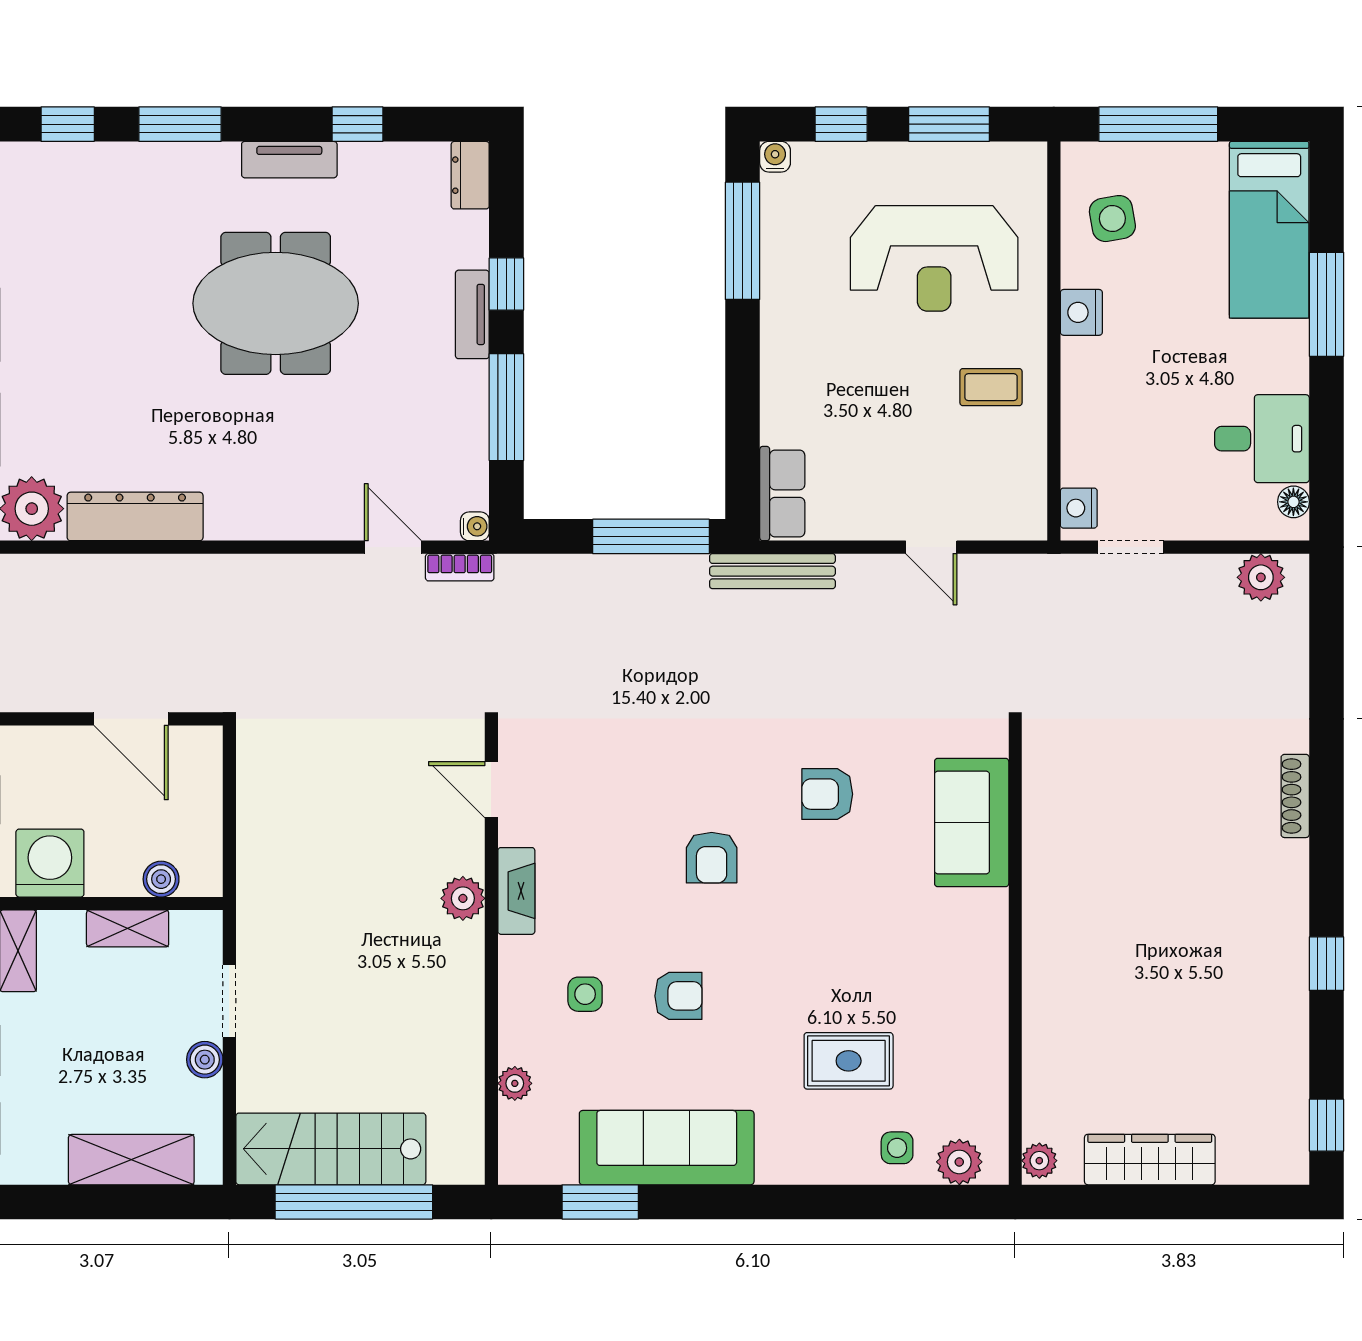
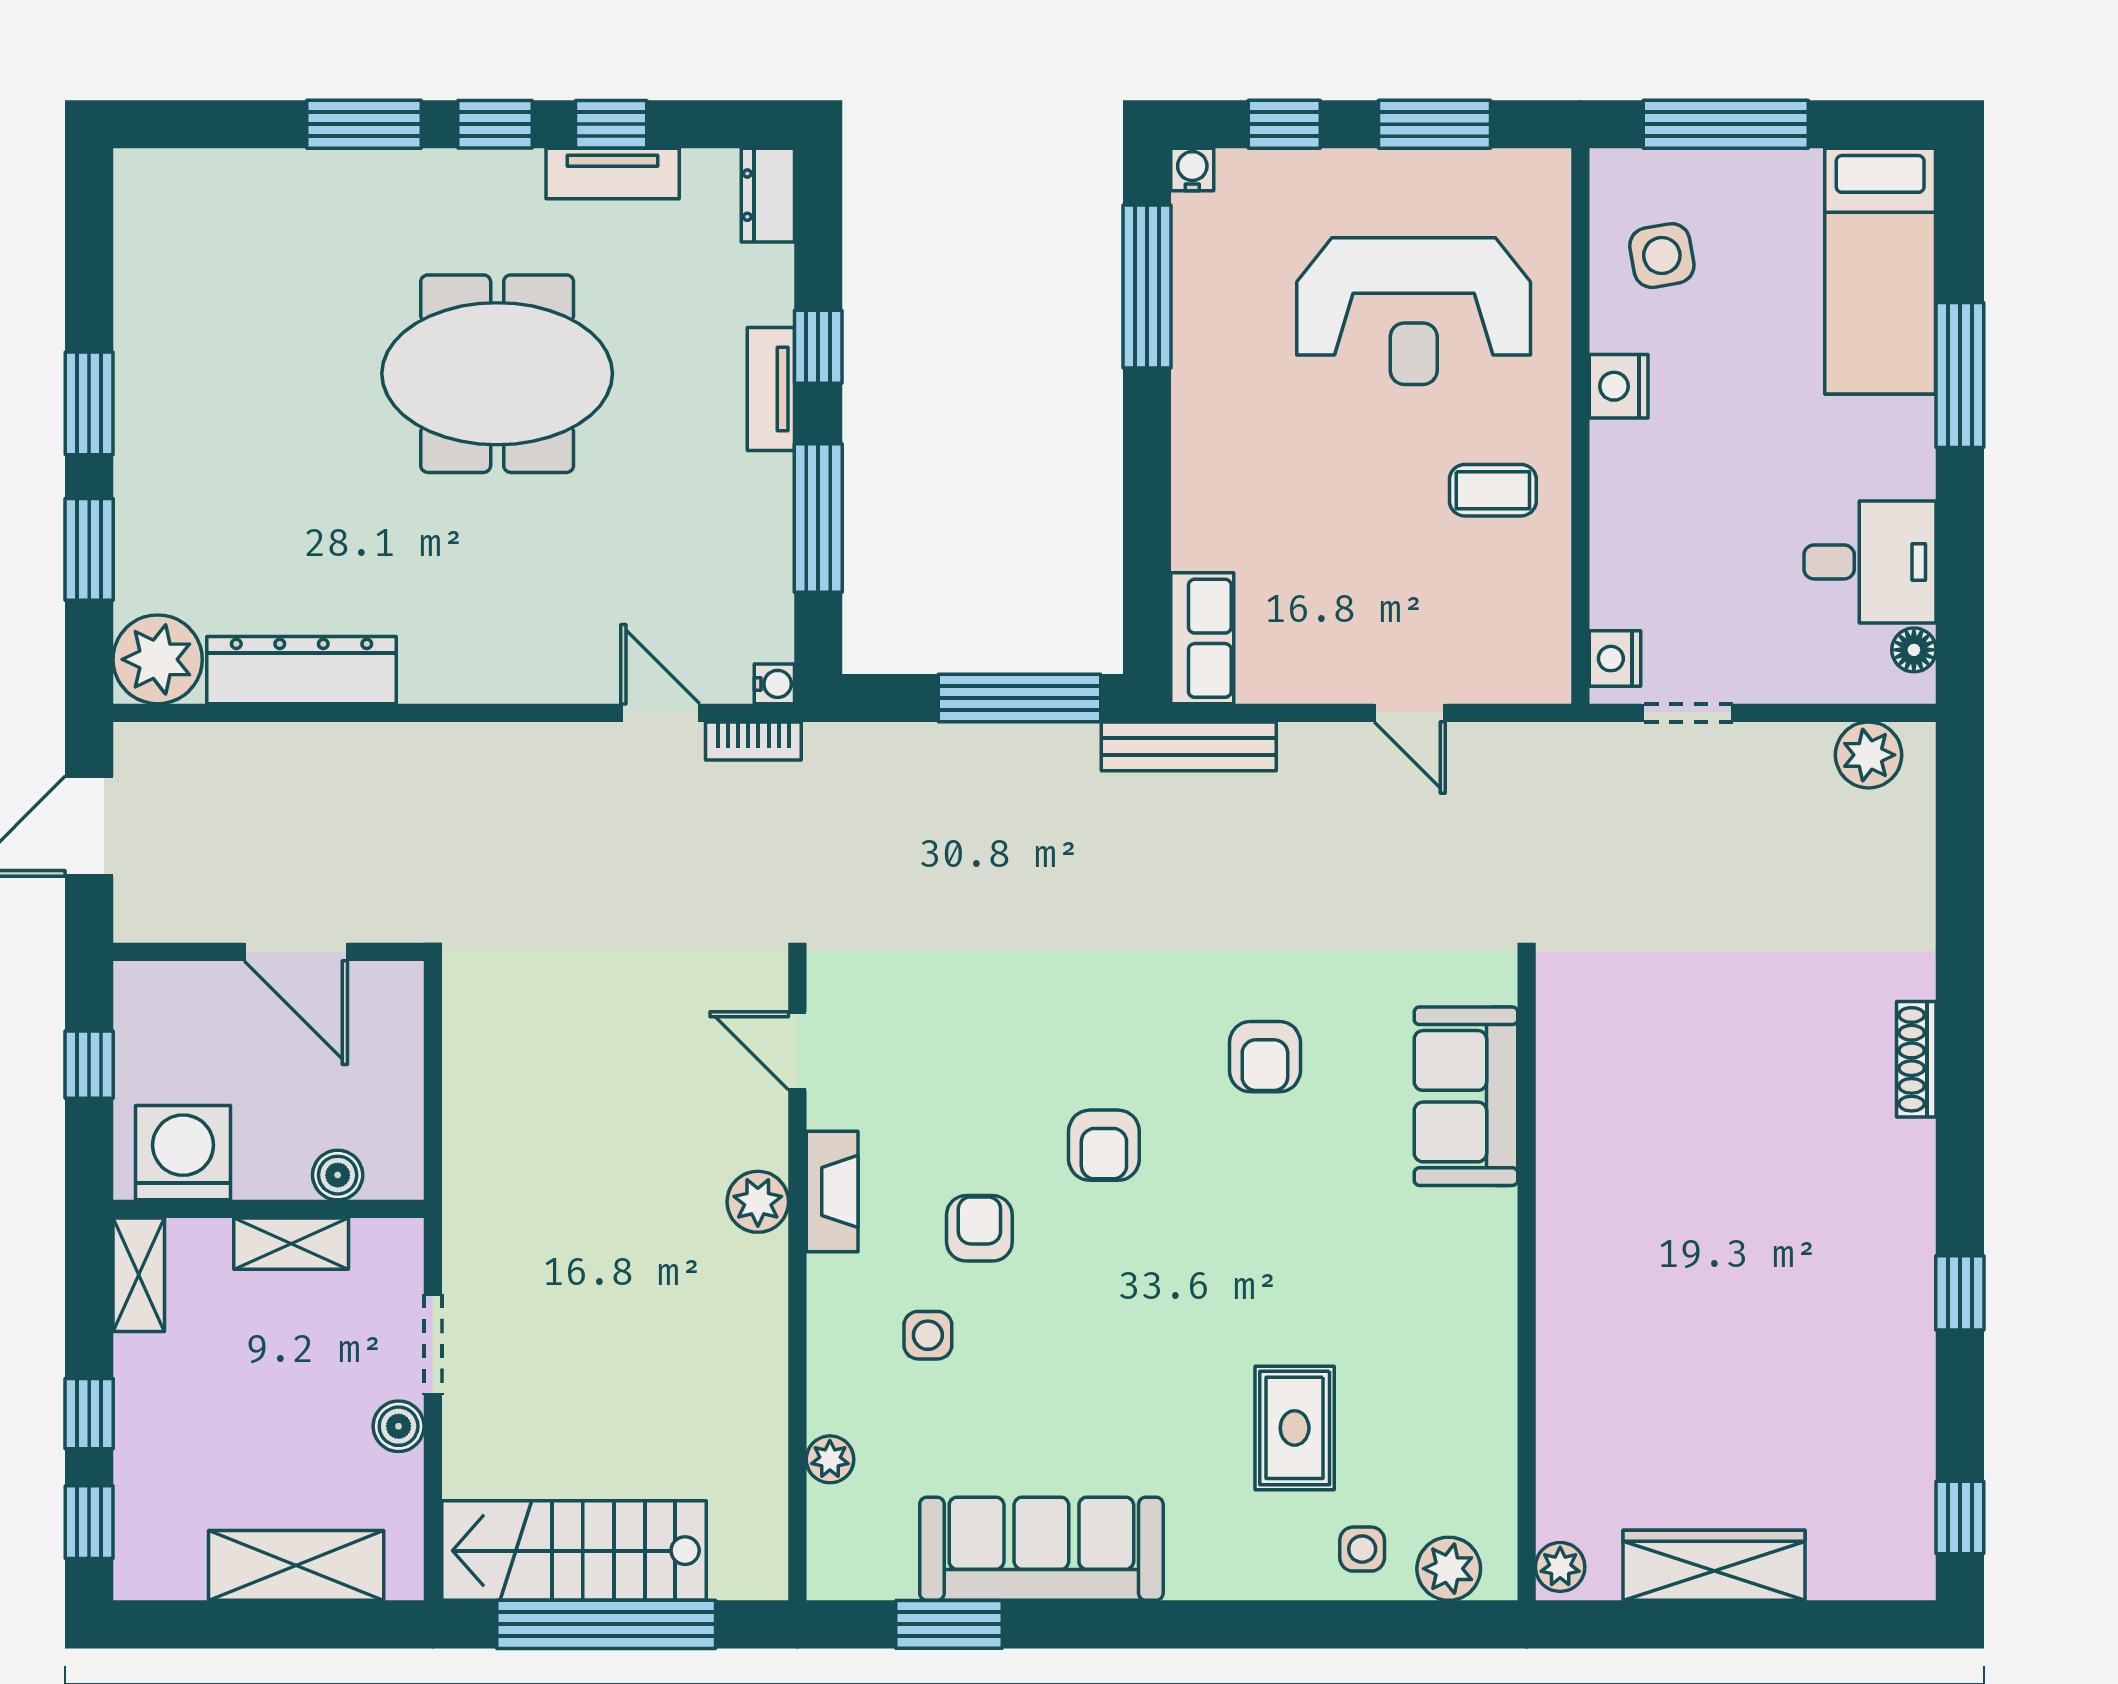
window: (68, 124) -> (495, 124), moved
tv unit: (289, 160) -> (613, 173), moved
armchair: (827, 794) -> (1265, 1057), turned -90
armchair: (678, 996) -> (979, 1228), moved, turned -90
rug: (849, 1061) -> (1295, 1428), turned 90

